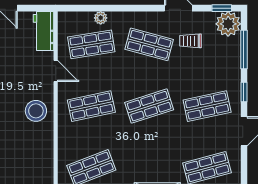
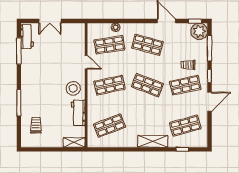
workbench: (44, 31) -> (78, 113), moved
trolley: (190, 41) -> (188, 65), moved
shop shelf: (149, 106) -> (147, 85), turned 39

